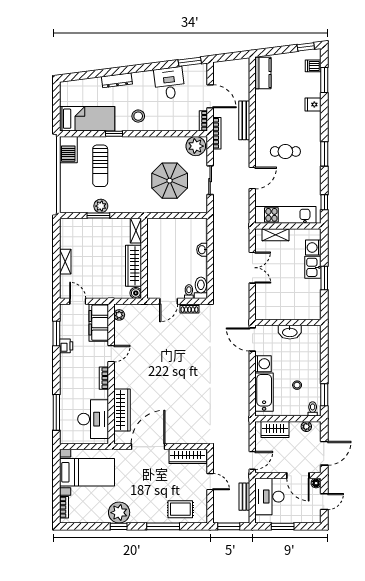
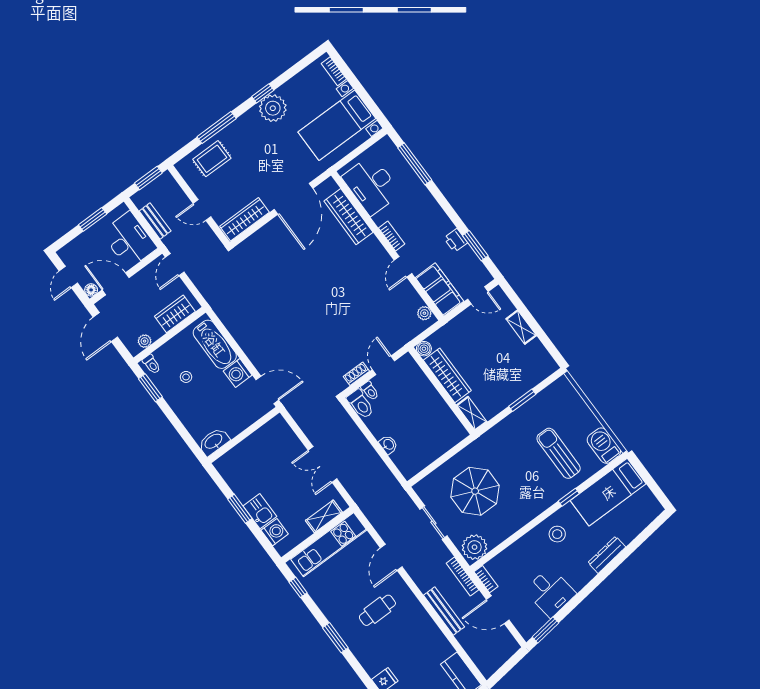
plant: (101, 206) -> (527, 412), removed
washbasin: (290, 332) -> (214, 442), moved

